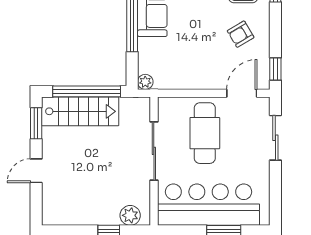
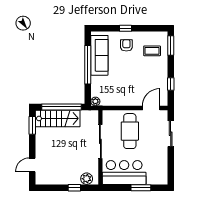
armchair: (241, 34) -> (151, 74), removed
window: (275, 69) -> (171, 84), moved
door: (36, 171) -> (32, 165), moved
bar counter: (209, 205) -> (124, 173), width x0.73

